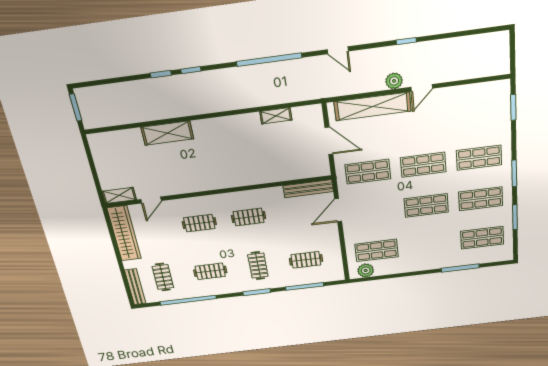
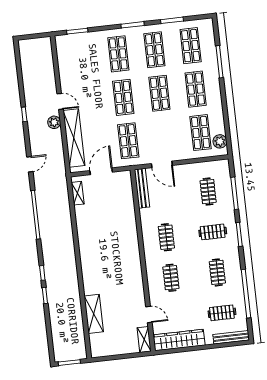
shelving: (276, 116) -> (78, 193), moved
shelving: (167, 133) -> (94, 314), moved
shop shelf: (429, 244) -> (196, 89), added

